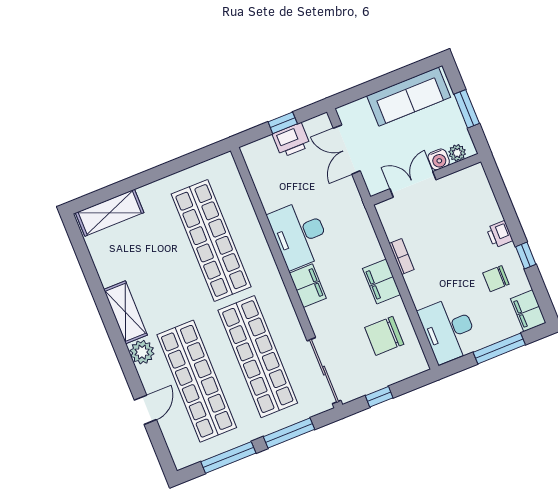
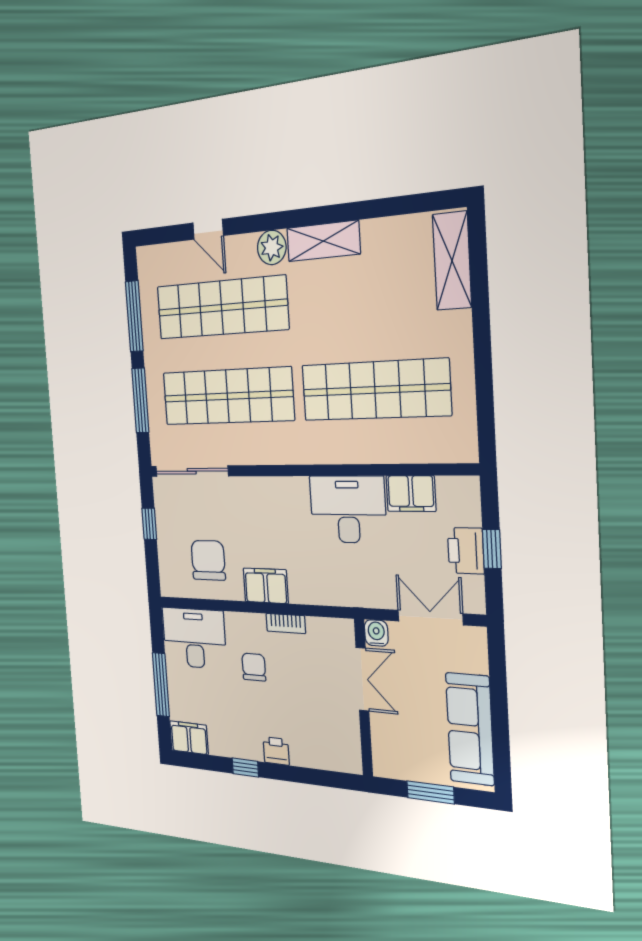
plant: (457, 153) -> (382, 752), removed
water cooler: (439, 159) -> (376, 633), moved, turned 90
chair: (496, 279) -> (254, 667), moved
filing cabinet: (308, 286) -> (411, 494), moved

